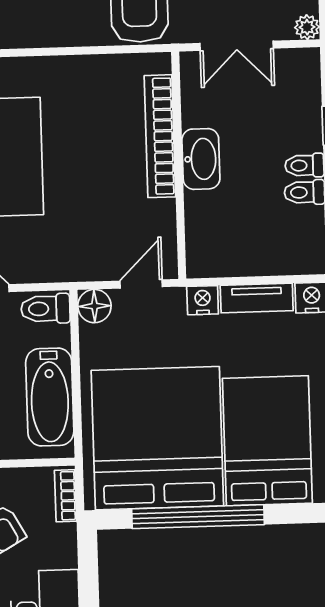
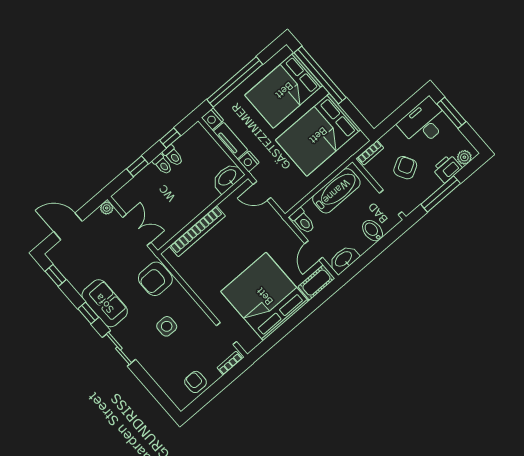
washbasin: (201, 159) -> (228, 178), moved
floor lamp: (94, 306) -> (286, 202), removed
bed: (157, 438) -> (318, 135), width x0.73
window: (198, 517) -> (320, 75), moved

